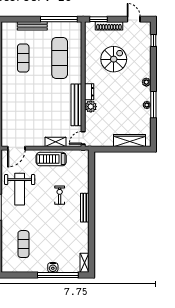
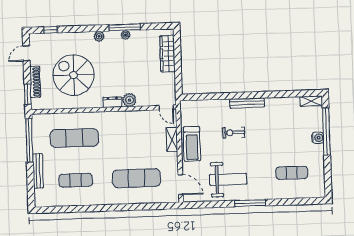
spiral stairs: (114, 59) -> (74, 75), width x1.37, depth x1.37
bench: (76, 105) -> (128, 117), removed
exercise mat: (23, 110) -> (136, 178), added

